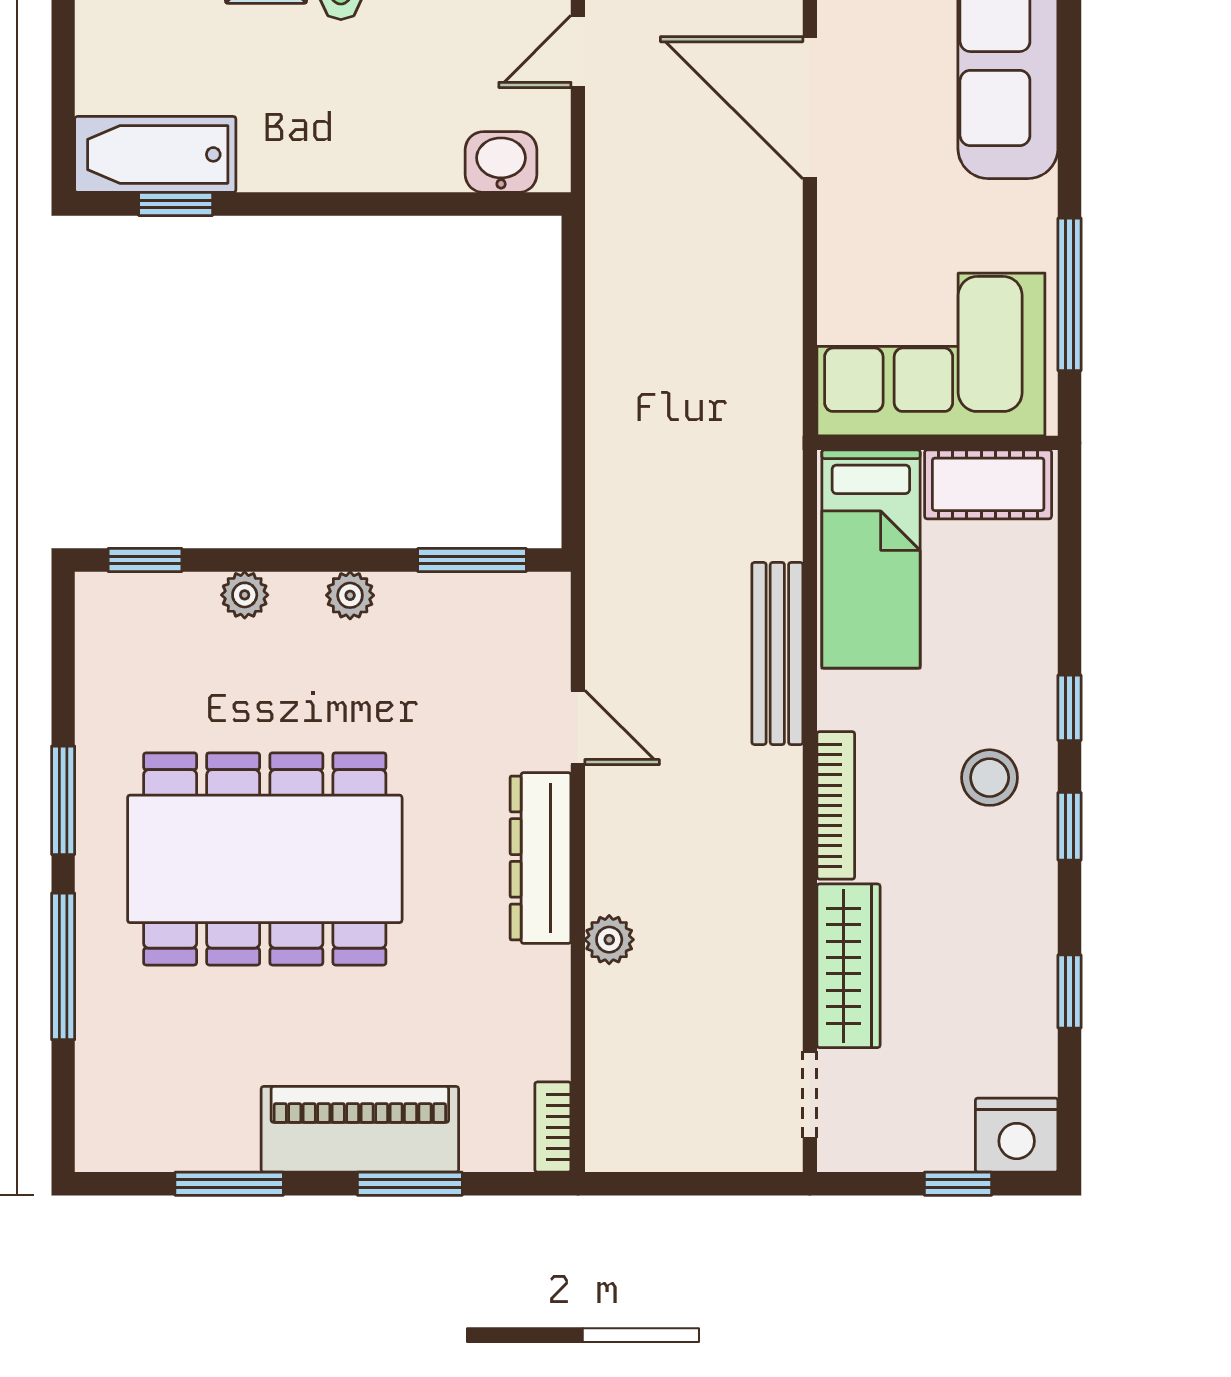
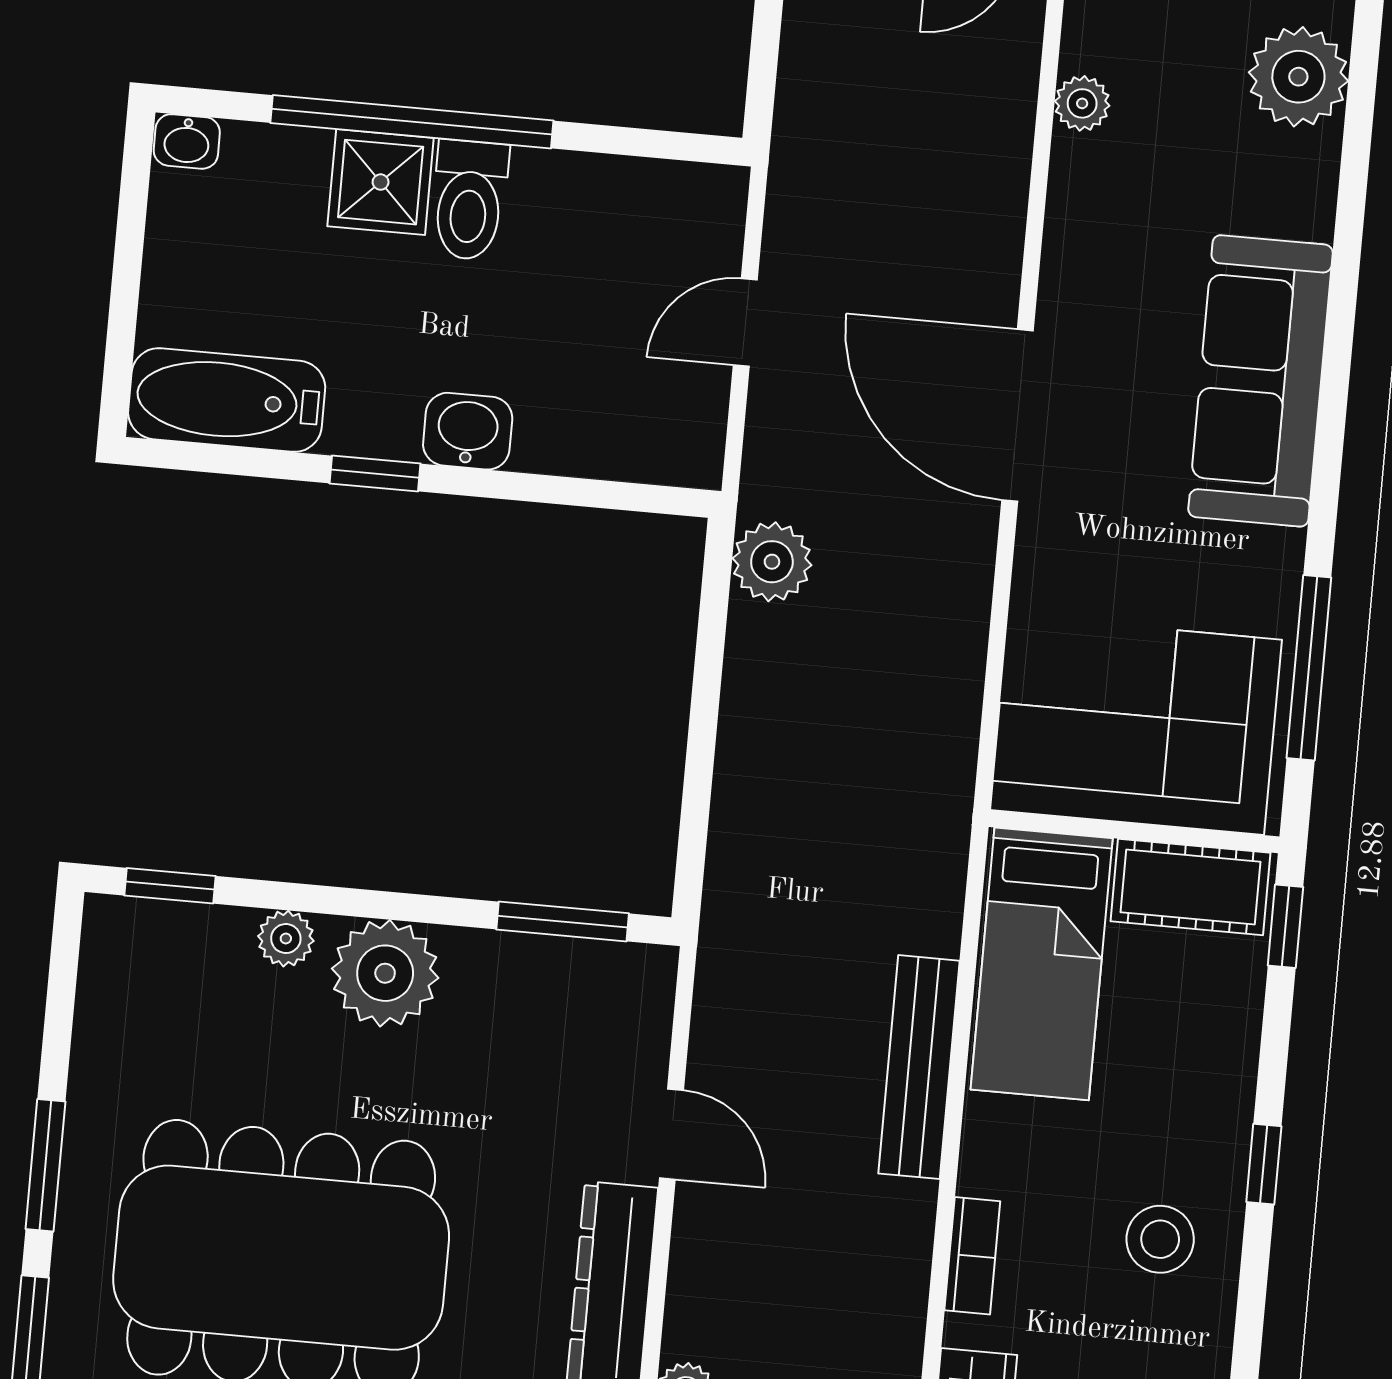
washbasin: (501, 162) -> (468, 431), moved
window: (176, 204) -> (375, 473), moved
plant: (618, 247) -> (772, 562), added
plant: (350, 595) -> (385, 973), width x1.88, depth x1.88
bookcase: (836, 805) -> (972, 1256), width x0.64
window: (1070, 826) -> (1285, 926), moved

